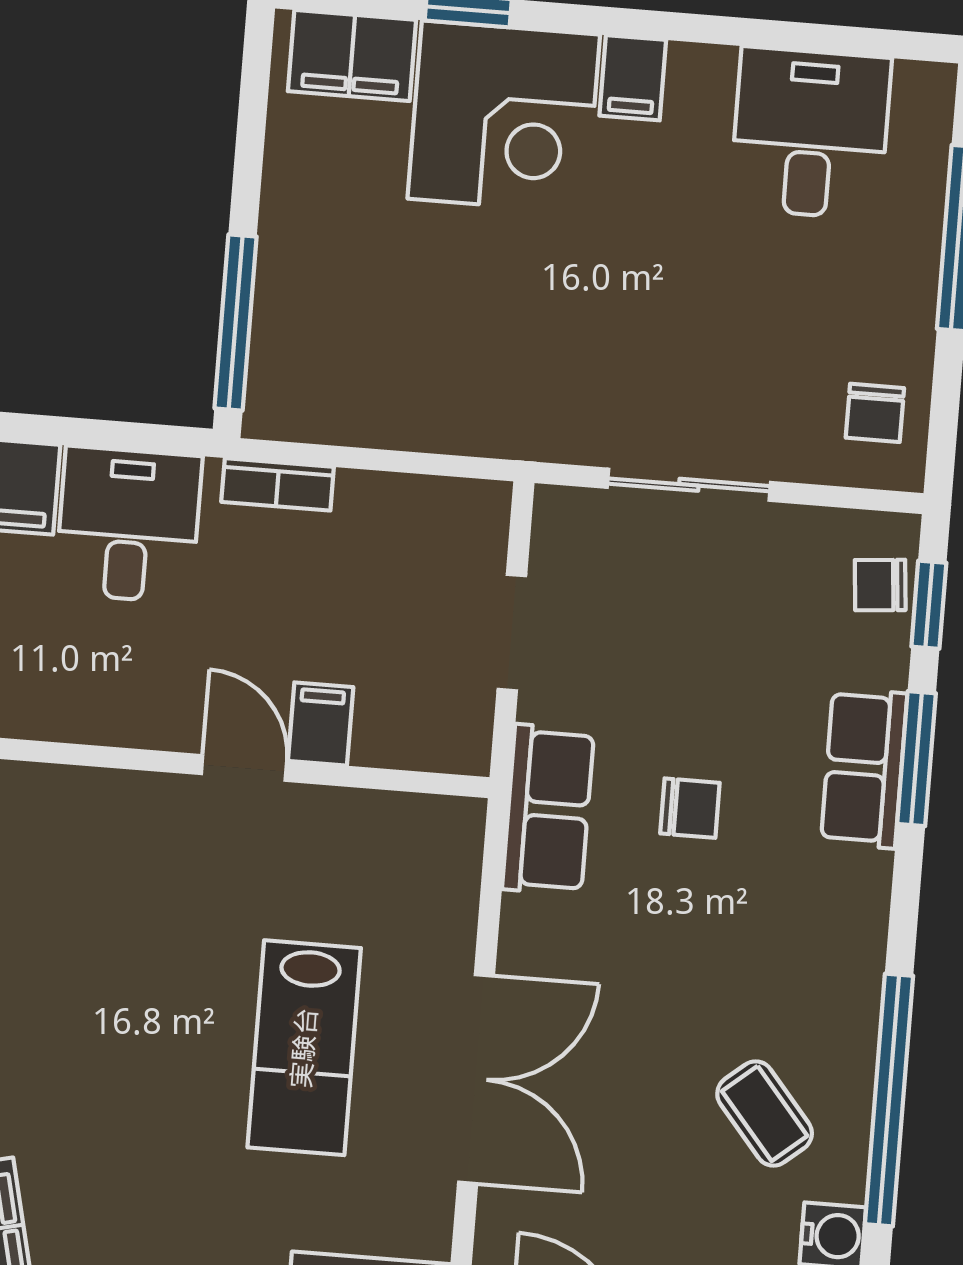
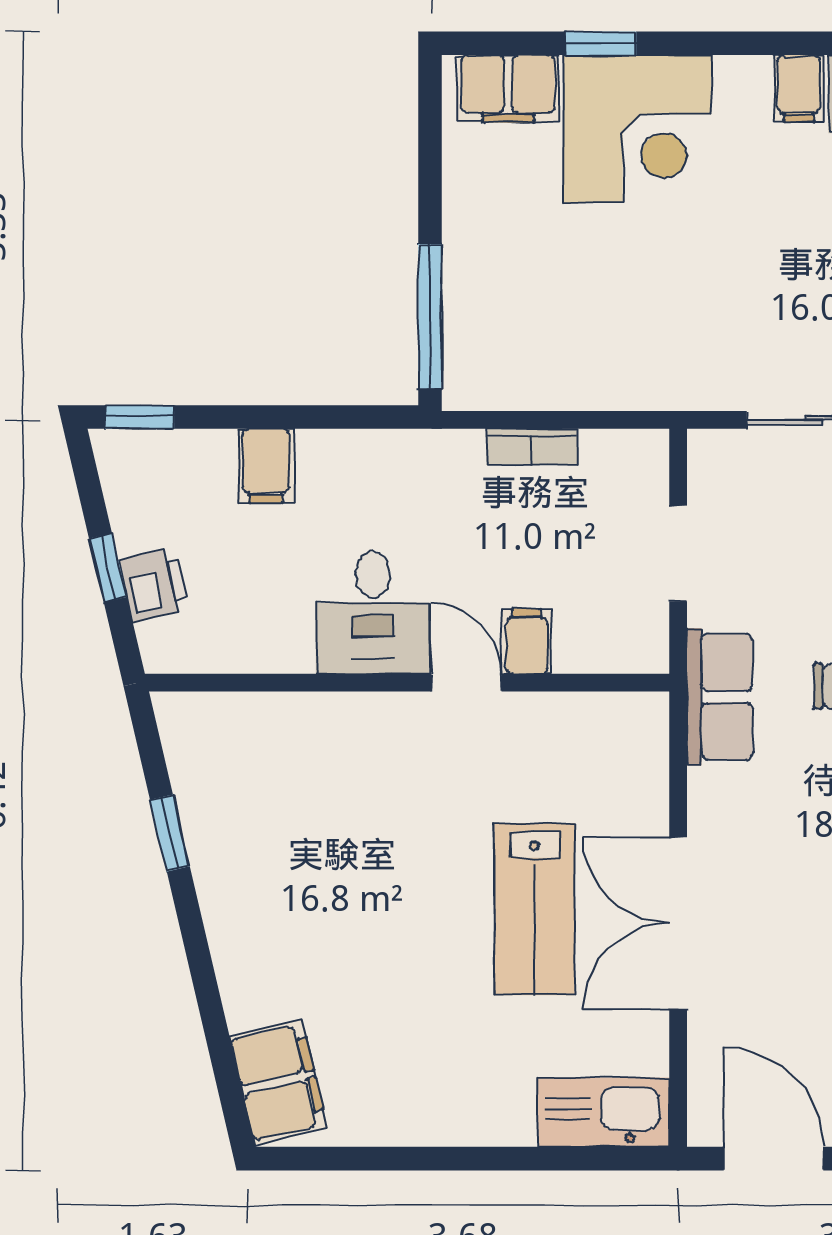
filing cabinet: (633, 78) -> (799, 88), moved
bookcase: (278, 484) -> (532, 447), moved
desk: (128, 525) -> (373, 613), moved, turned 180
double door: (476, 1079) -> (678, 924), swing flipped

